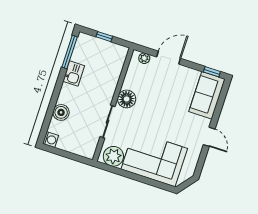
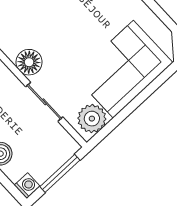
window: (69, 155) -> (60, 173), added

